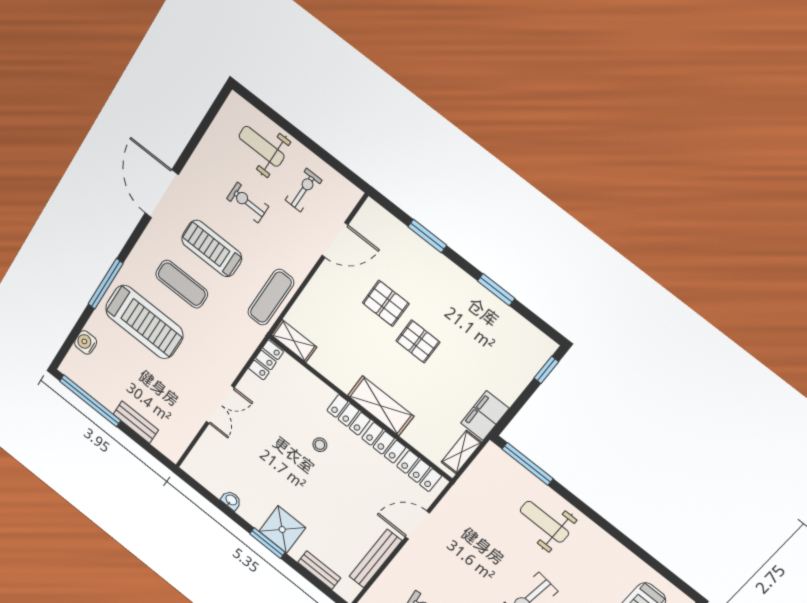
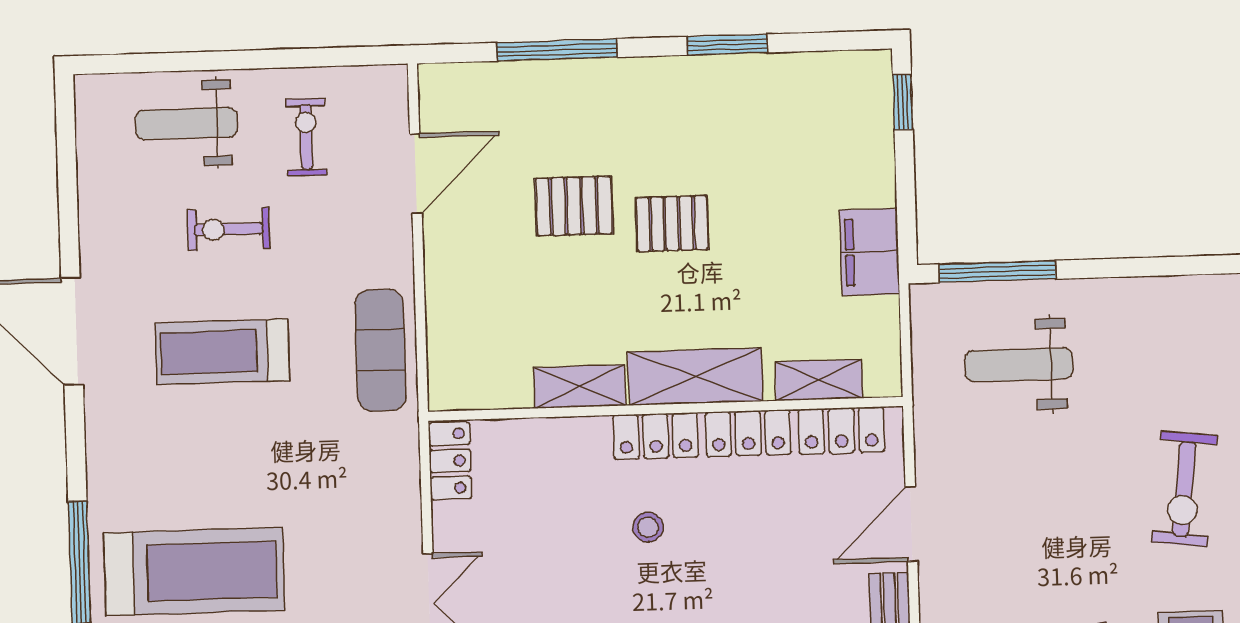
window: (427, 236) -> (557, 50), width x1.44
exercise mat: (182, 284) -> (214, 453), removed
shelving: (294, 341) -> (580, 386), moved
shelving: (461, 452) -> (819, 380), moved, turned 90
weight bench: (544, 522) -> (1019, 365), moved

